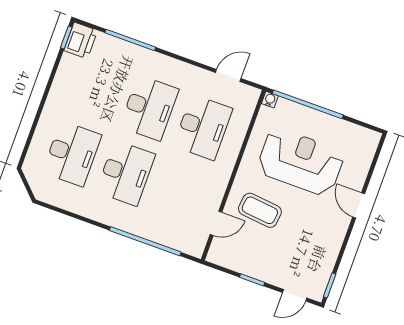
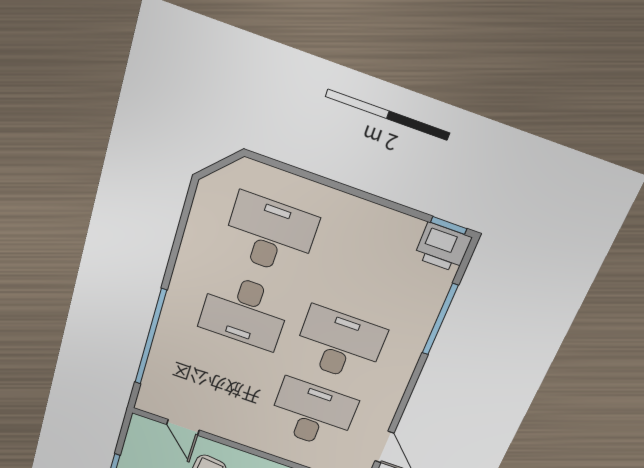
desk: (149, 108) -> (339, 345), turned 180
desk: (203, 127) -> (313, 414), turned 180
desk: (72, 154) -> (270, 235), turned 180

